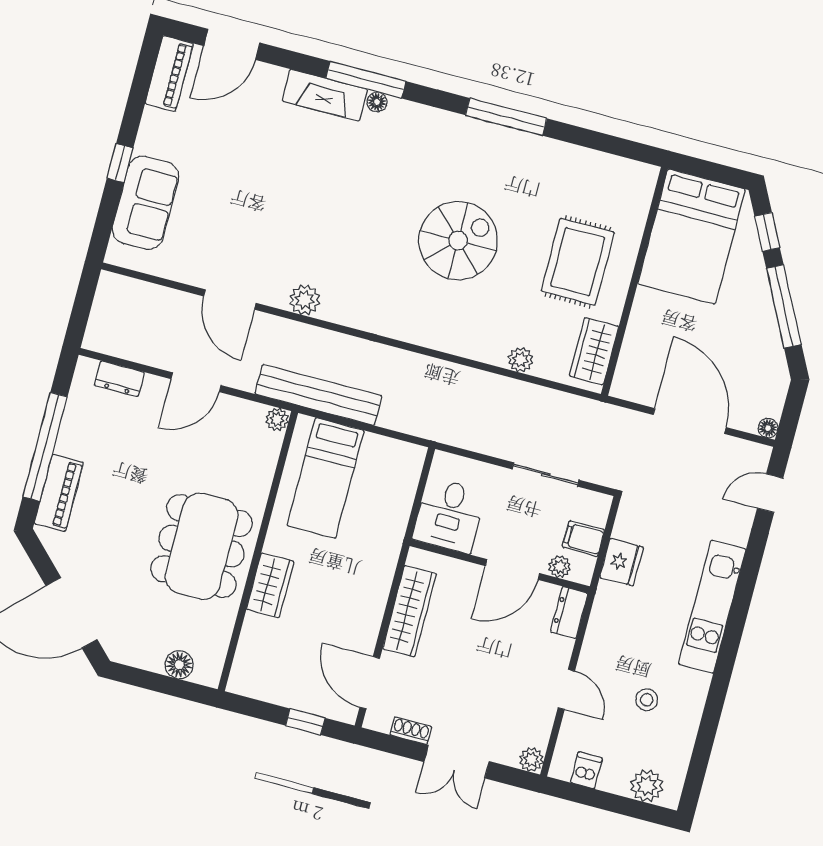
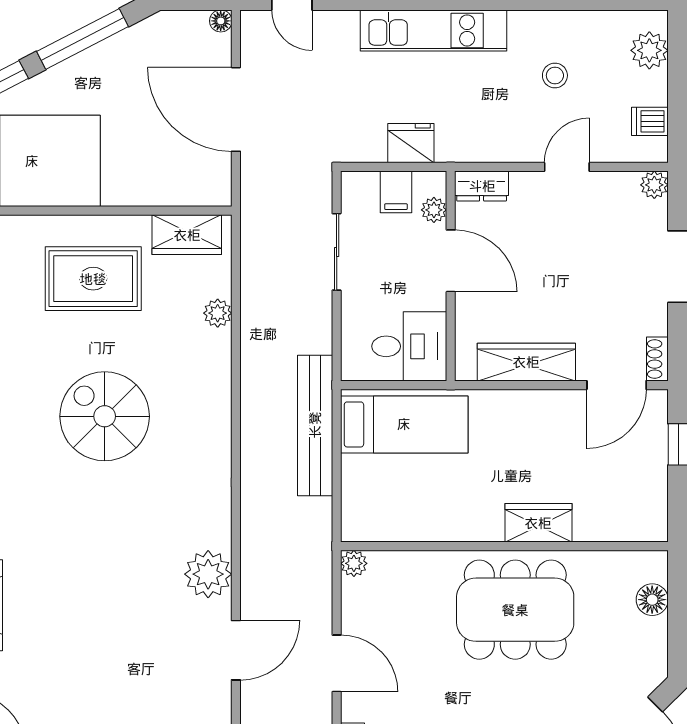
plant: (305, 300) -> (208, 574), width x1.36, depth x1.36
bench: (318, 395) -> (315, 425), moved
door: (689, 421) -> (236, 109), hinge flipped
bed: (326, 478) -> (404, 424), moved
shoe rack: (411, 731) -> (657, 359), moved

